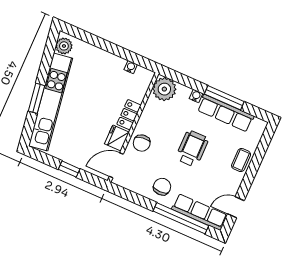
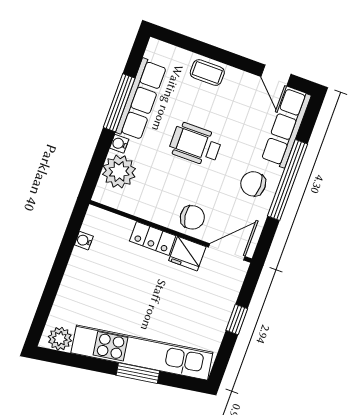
plant: (164, 89) -> (119, 171), moved
door: (116, 165) -> (227, 252), swing flipped
window: (181, 218) -> (287, 180), moved

